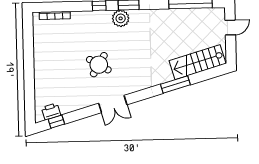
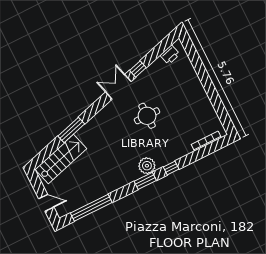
door: (230, 28) -> (46, 203), swing flipped
round table: (99, 65) -> (147, 116), turned -31
window: (56, 122) -> (138, 69), moved

